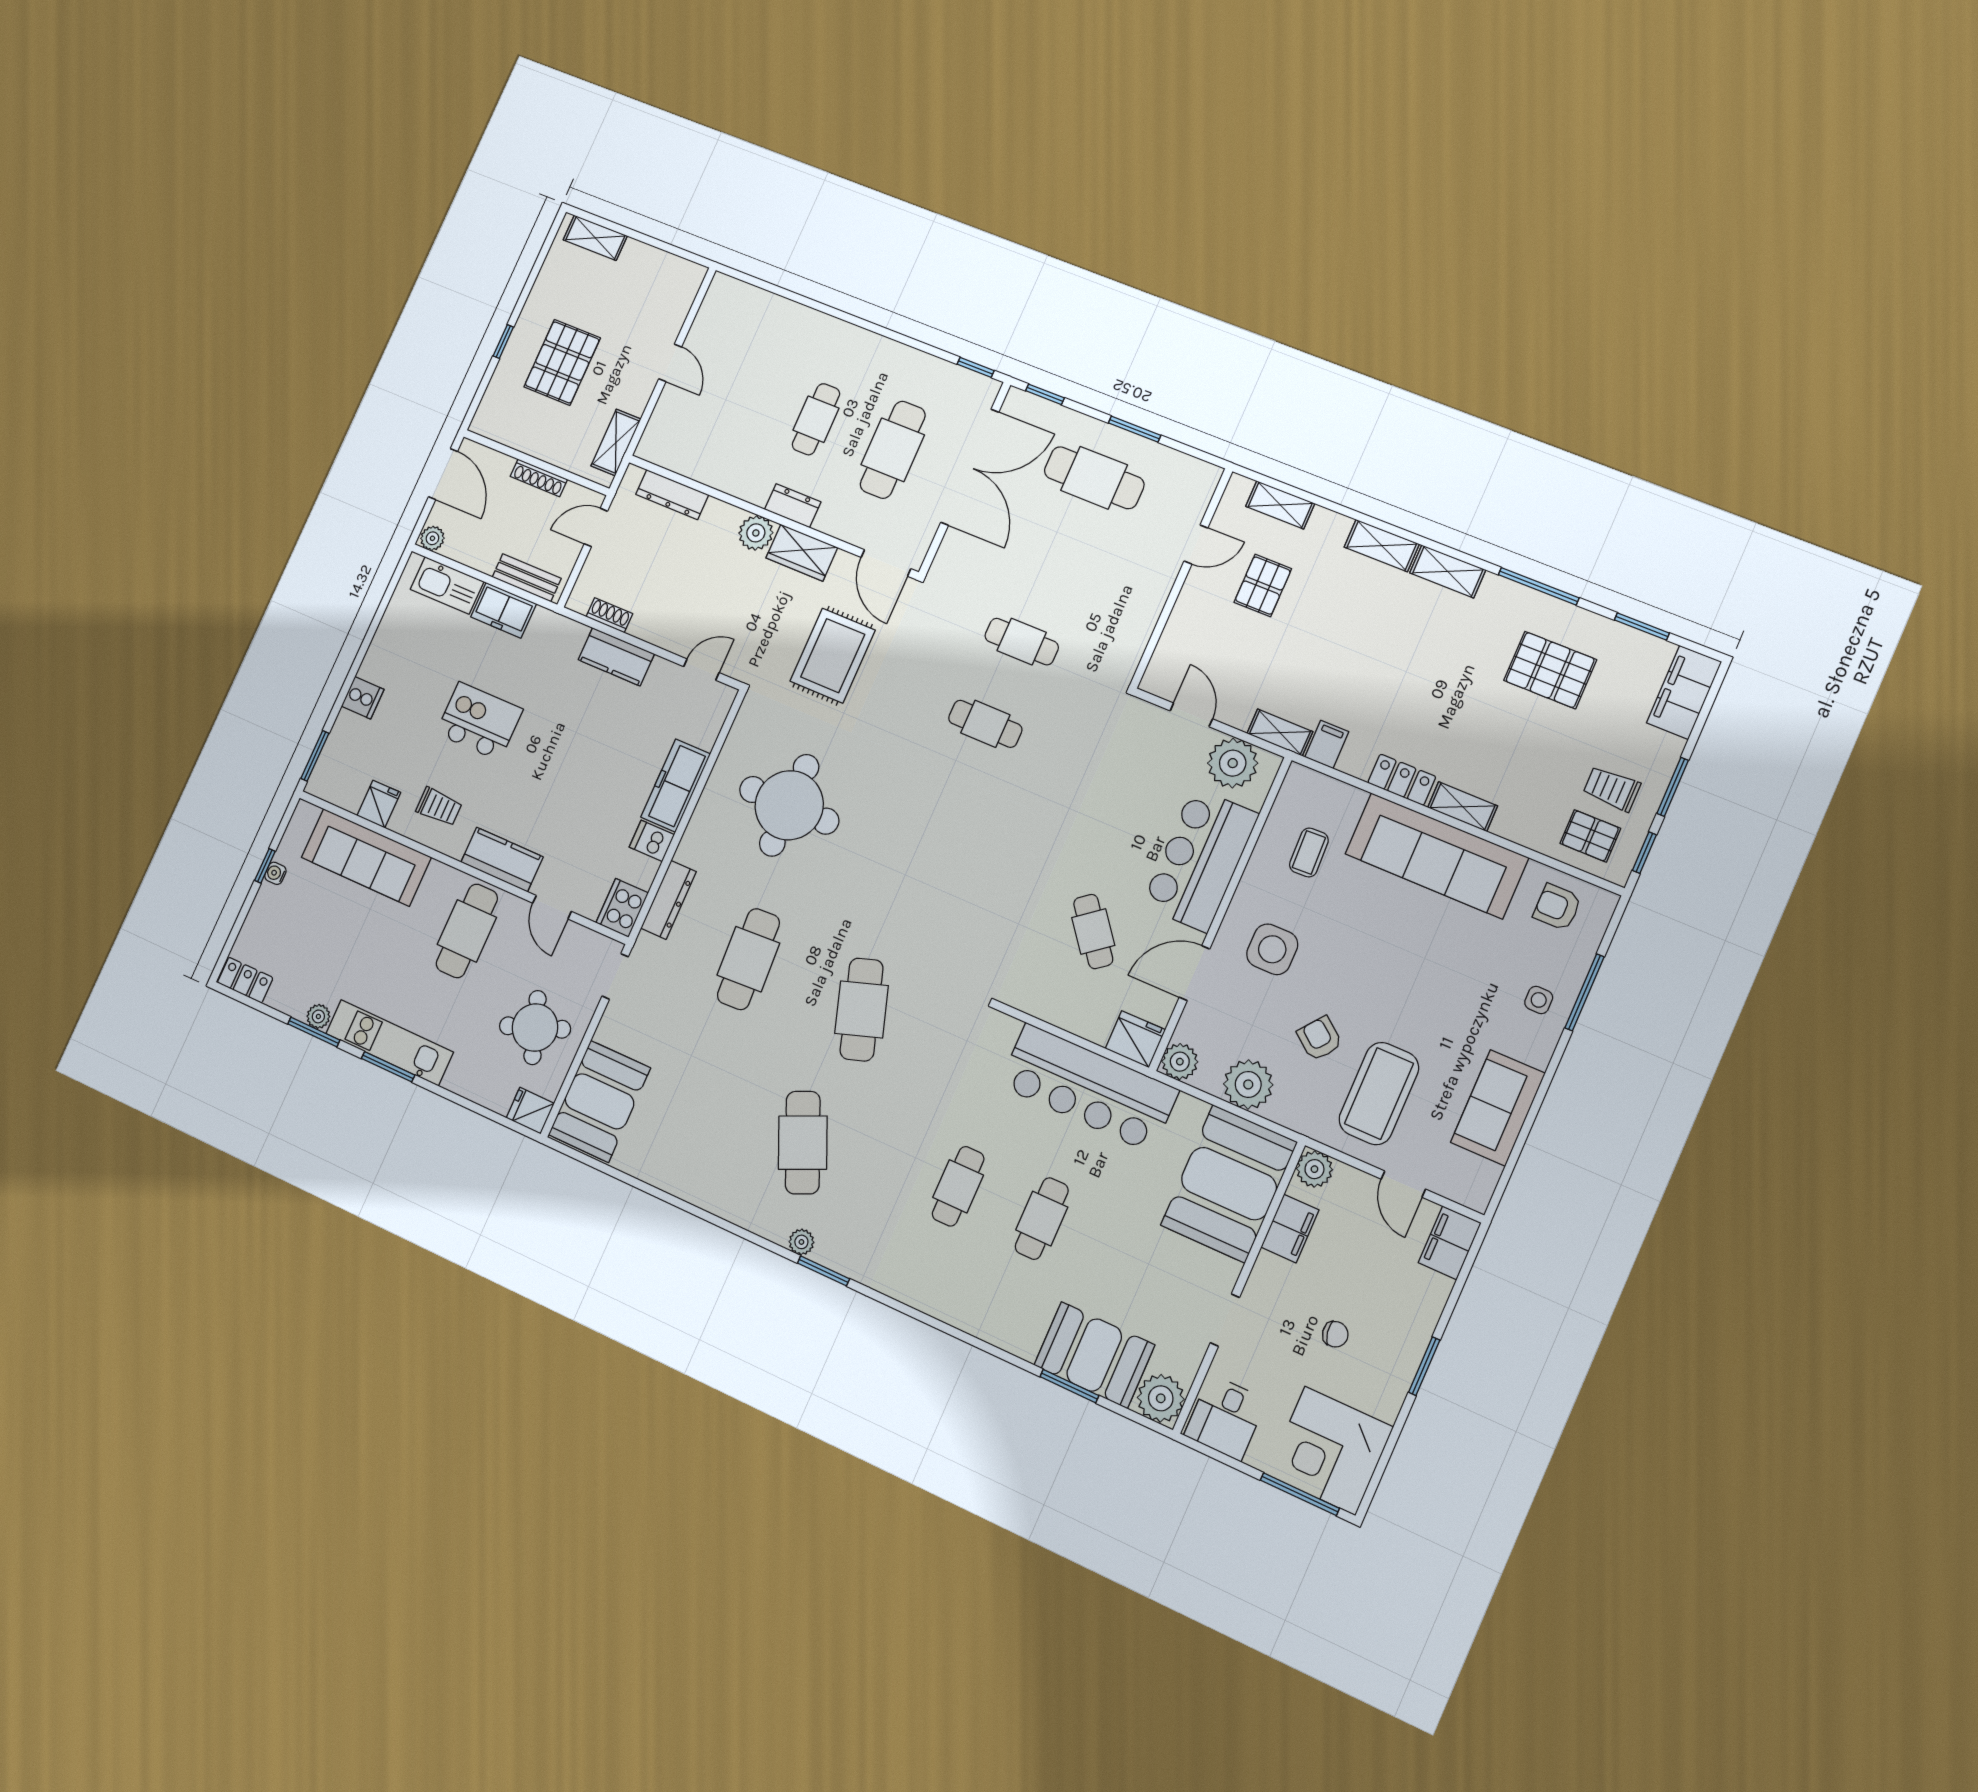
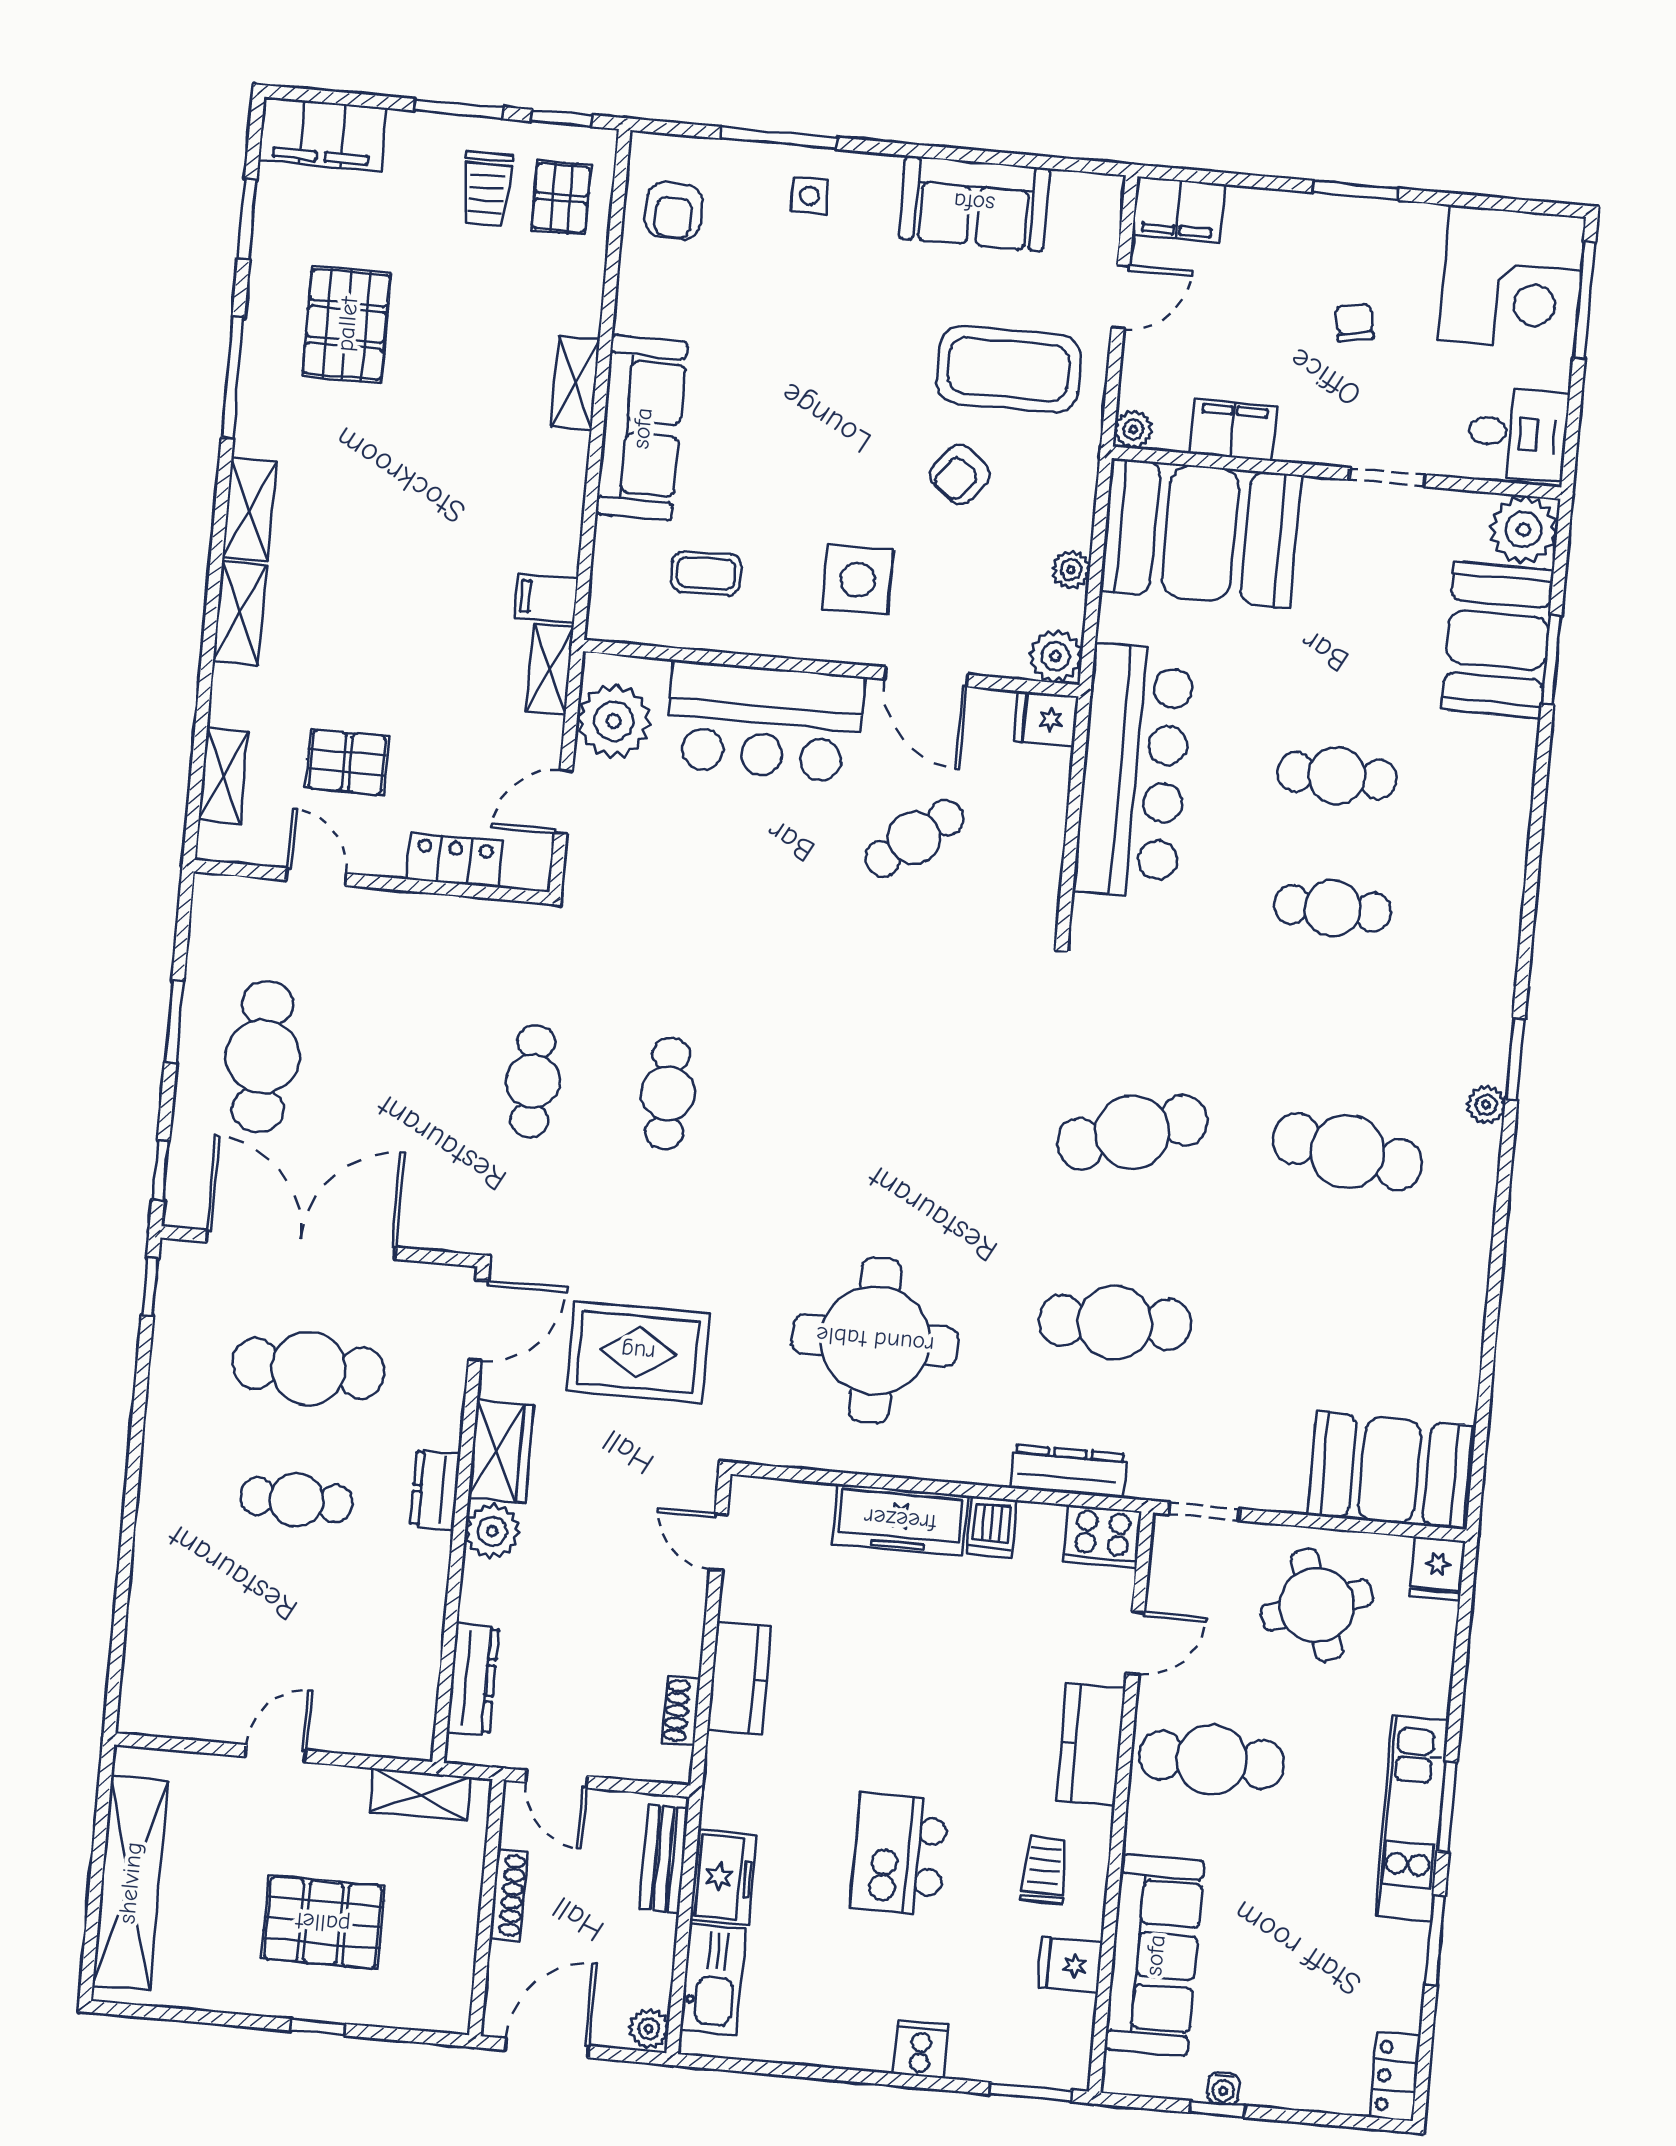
shelving: (595, 238) -> (130, 1883), width x2.20, depth x1.33
locker: (1402, 780) -> (455, 860), moved, turned 90
sofa: (1437, 856) -> (642, 428), width x0.74, depth x0.79
plant: (318, 1016) -> (1410, 1942), removed
fridge: (1135, 1039) -> (1046, 719), width x0.72
plant: (1248, 1084) -> (1071, 570), width x0.53, depth x0.53
cafe table: (803, 1143) -> (1347, 1152), turned 33
plant: (1314, 1169) -> (1133, 429), width x0.73, depth x0.73

